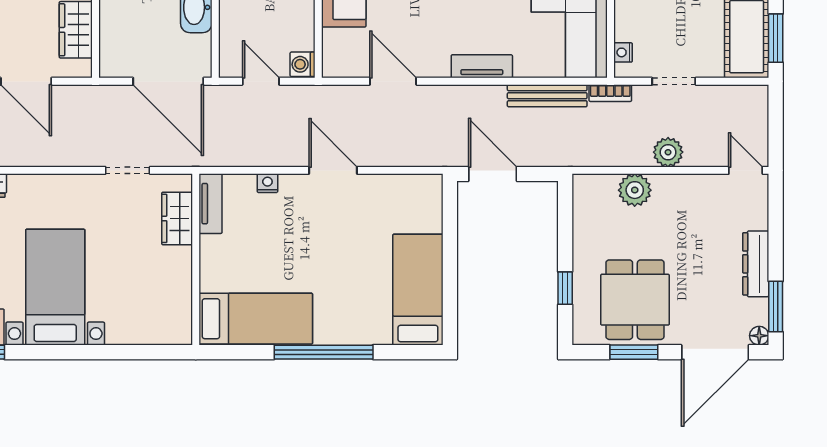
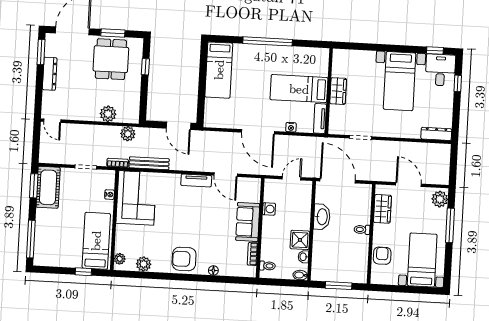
nightstand: (623, 52) -> (110, 195), moved
washing machine: (303, 64) -> (269, 209), moved
tv unit: (482, 66) -> (196, 181), moved
door: (261, 81) -> (292, 178), swing flipped
plant: (668, 152) -> (128, 134), moved
door: (333, 170) -> (258, 132), width x1.36
wardrobe: (177, 218) -> (338, 91), moved
bed: (256, 319) -> (299, 89), moved
floor lamp: (759, 336) -> (50, 38), removed

